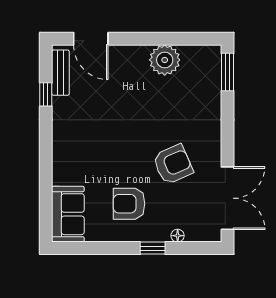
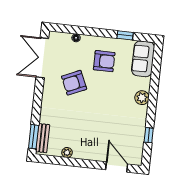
plant: (165, 60) -> (67, 153), width x0.53, depth x0.53
bench: (60, 73) -> (43, 138), moved
plant: (63, 153) -> (142, 98), added
window: (153, 248) -> (125, 35), moved

